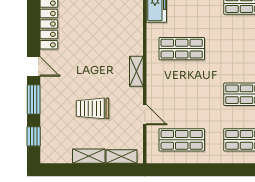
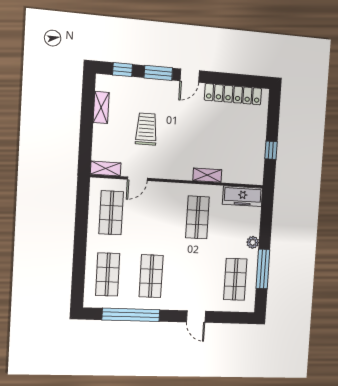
shelving: (136, 71) -> (207, 175), moved
shelving: (89, 156) -> (101, 107), moved
shelving: (121, 156) -> (106, 169), moved, turned 90

